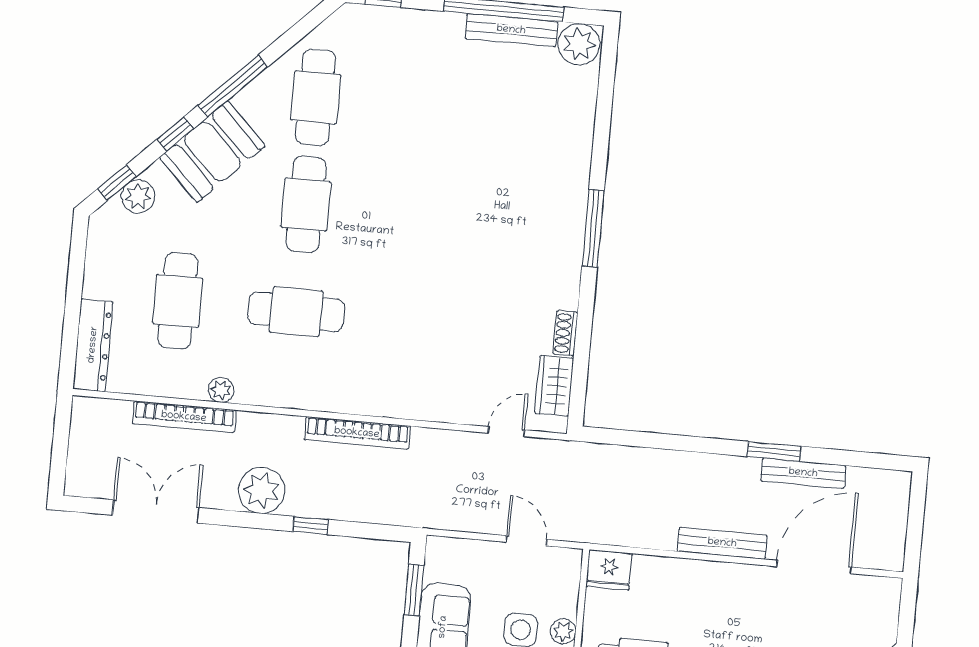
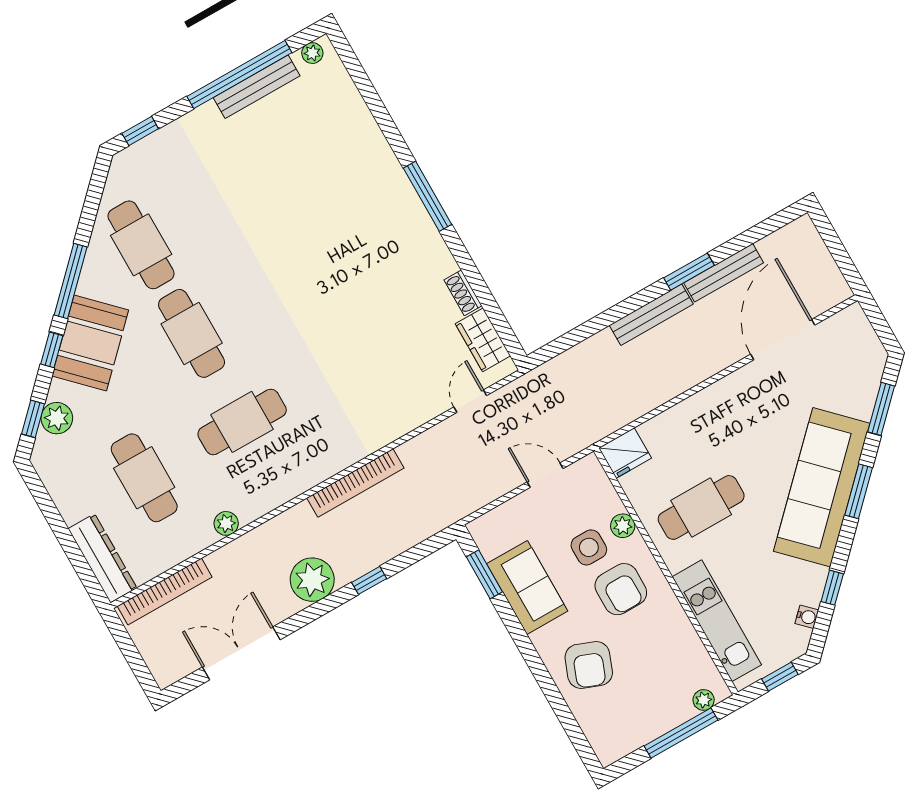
plant: (579, 44) -> (312, 53), width x0.53, depth x0.53
bookcase: (184, 417) -> (165, 591), moved
bench: (722, 543) -> (651, 315), moved

